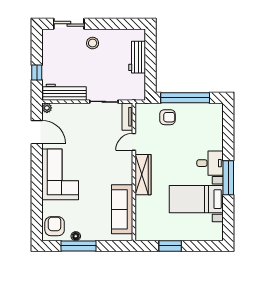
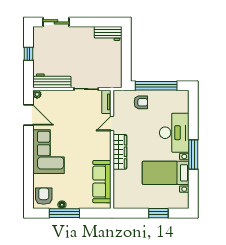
stool: (93, 43) -> (76, 38), removed
workbench: (137, 57) -> (108, 33), moved, turned -90
window: (37, 73) -> (28, 54), moved
desk: (210, 163) -> (174, 133), width x1.87, depth x1.30
window: (170, 246) -> (158, 213), moved

